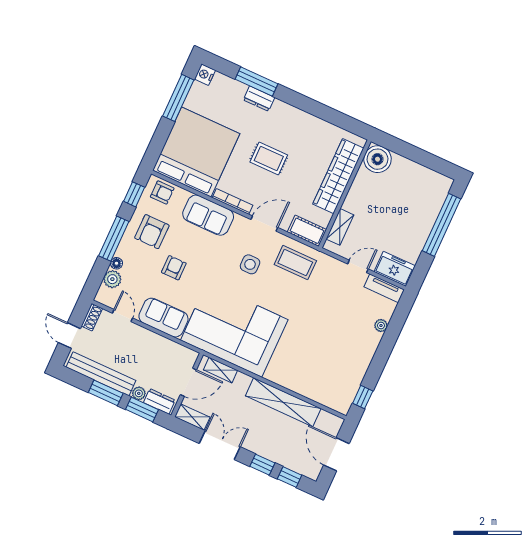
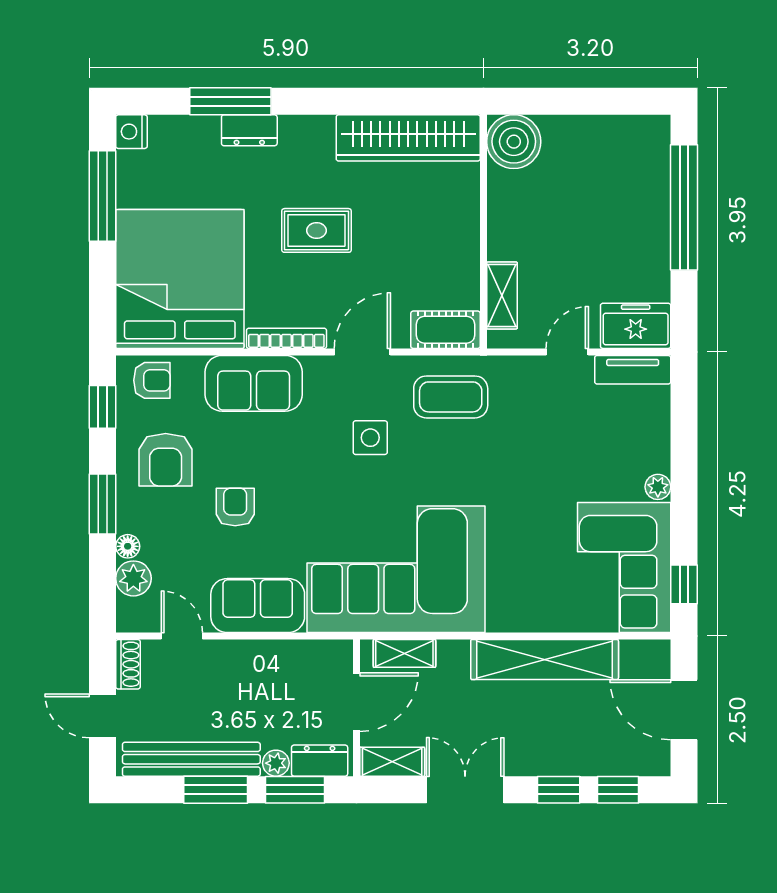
wardrobe: (338, 176) -> (408, 138), moved, turned -90
window: (114, 239) -> (102, 504), width x0.69
plant: (381, 325) -> (658, 487), moved
corner sofa: (339, 377) -> (624, 567), added

